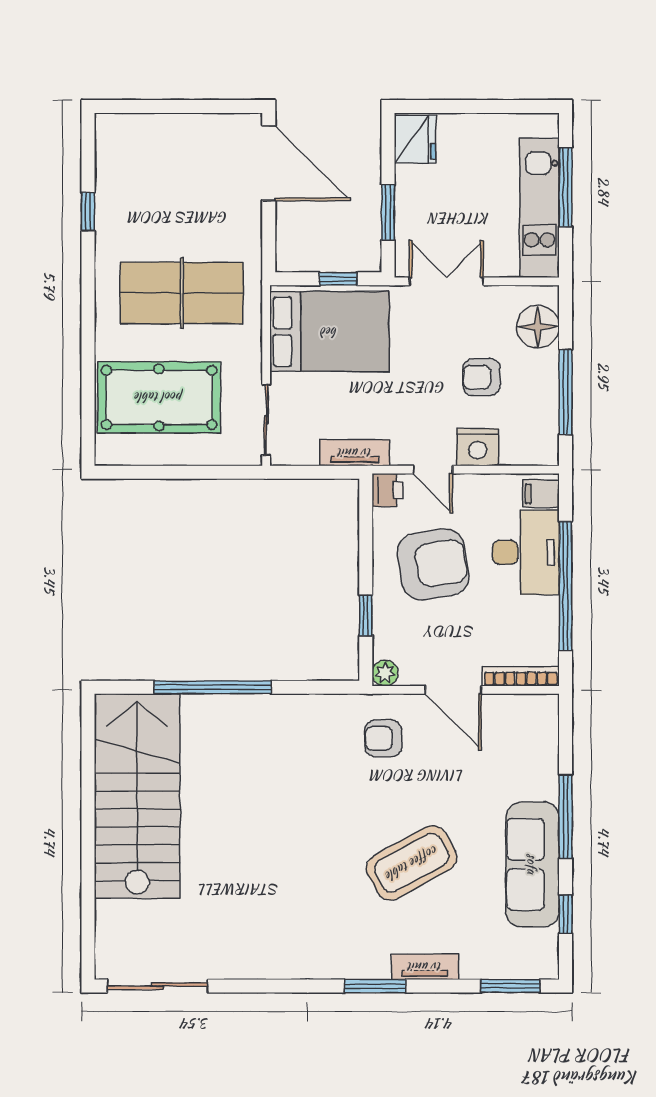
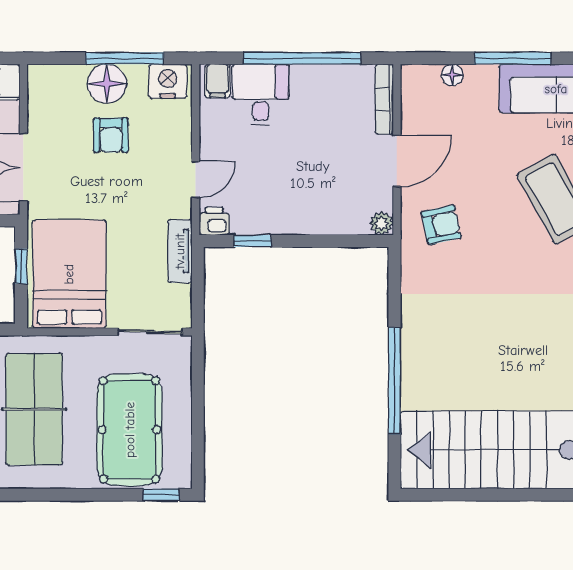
floor lamp: (538, 327) -> (107, 84), moved
window: (88, 432) -> (161, 495), added
nightstand: (478, 447) -> (168, 81), moved, turned -90
desk: (526, 552) -> (261, 95), width x0.73
armchair: (433, 564) -> (282, 179), removed
window: (366, 615) -> (253, 241), moved
armchair: (383, 738) -> (441, 225), turned -102
floor lamp: (547, 750) -> (452, 75), added

